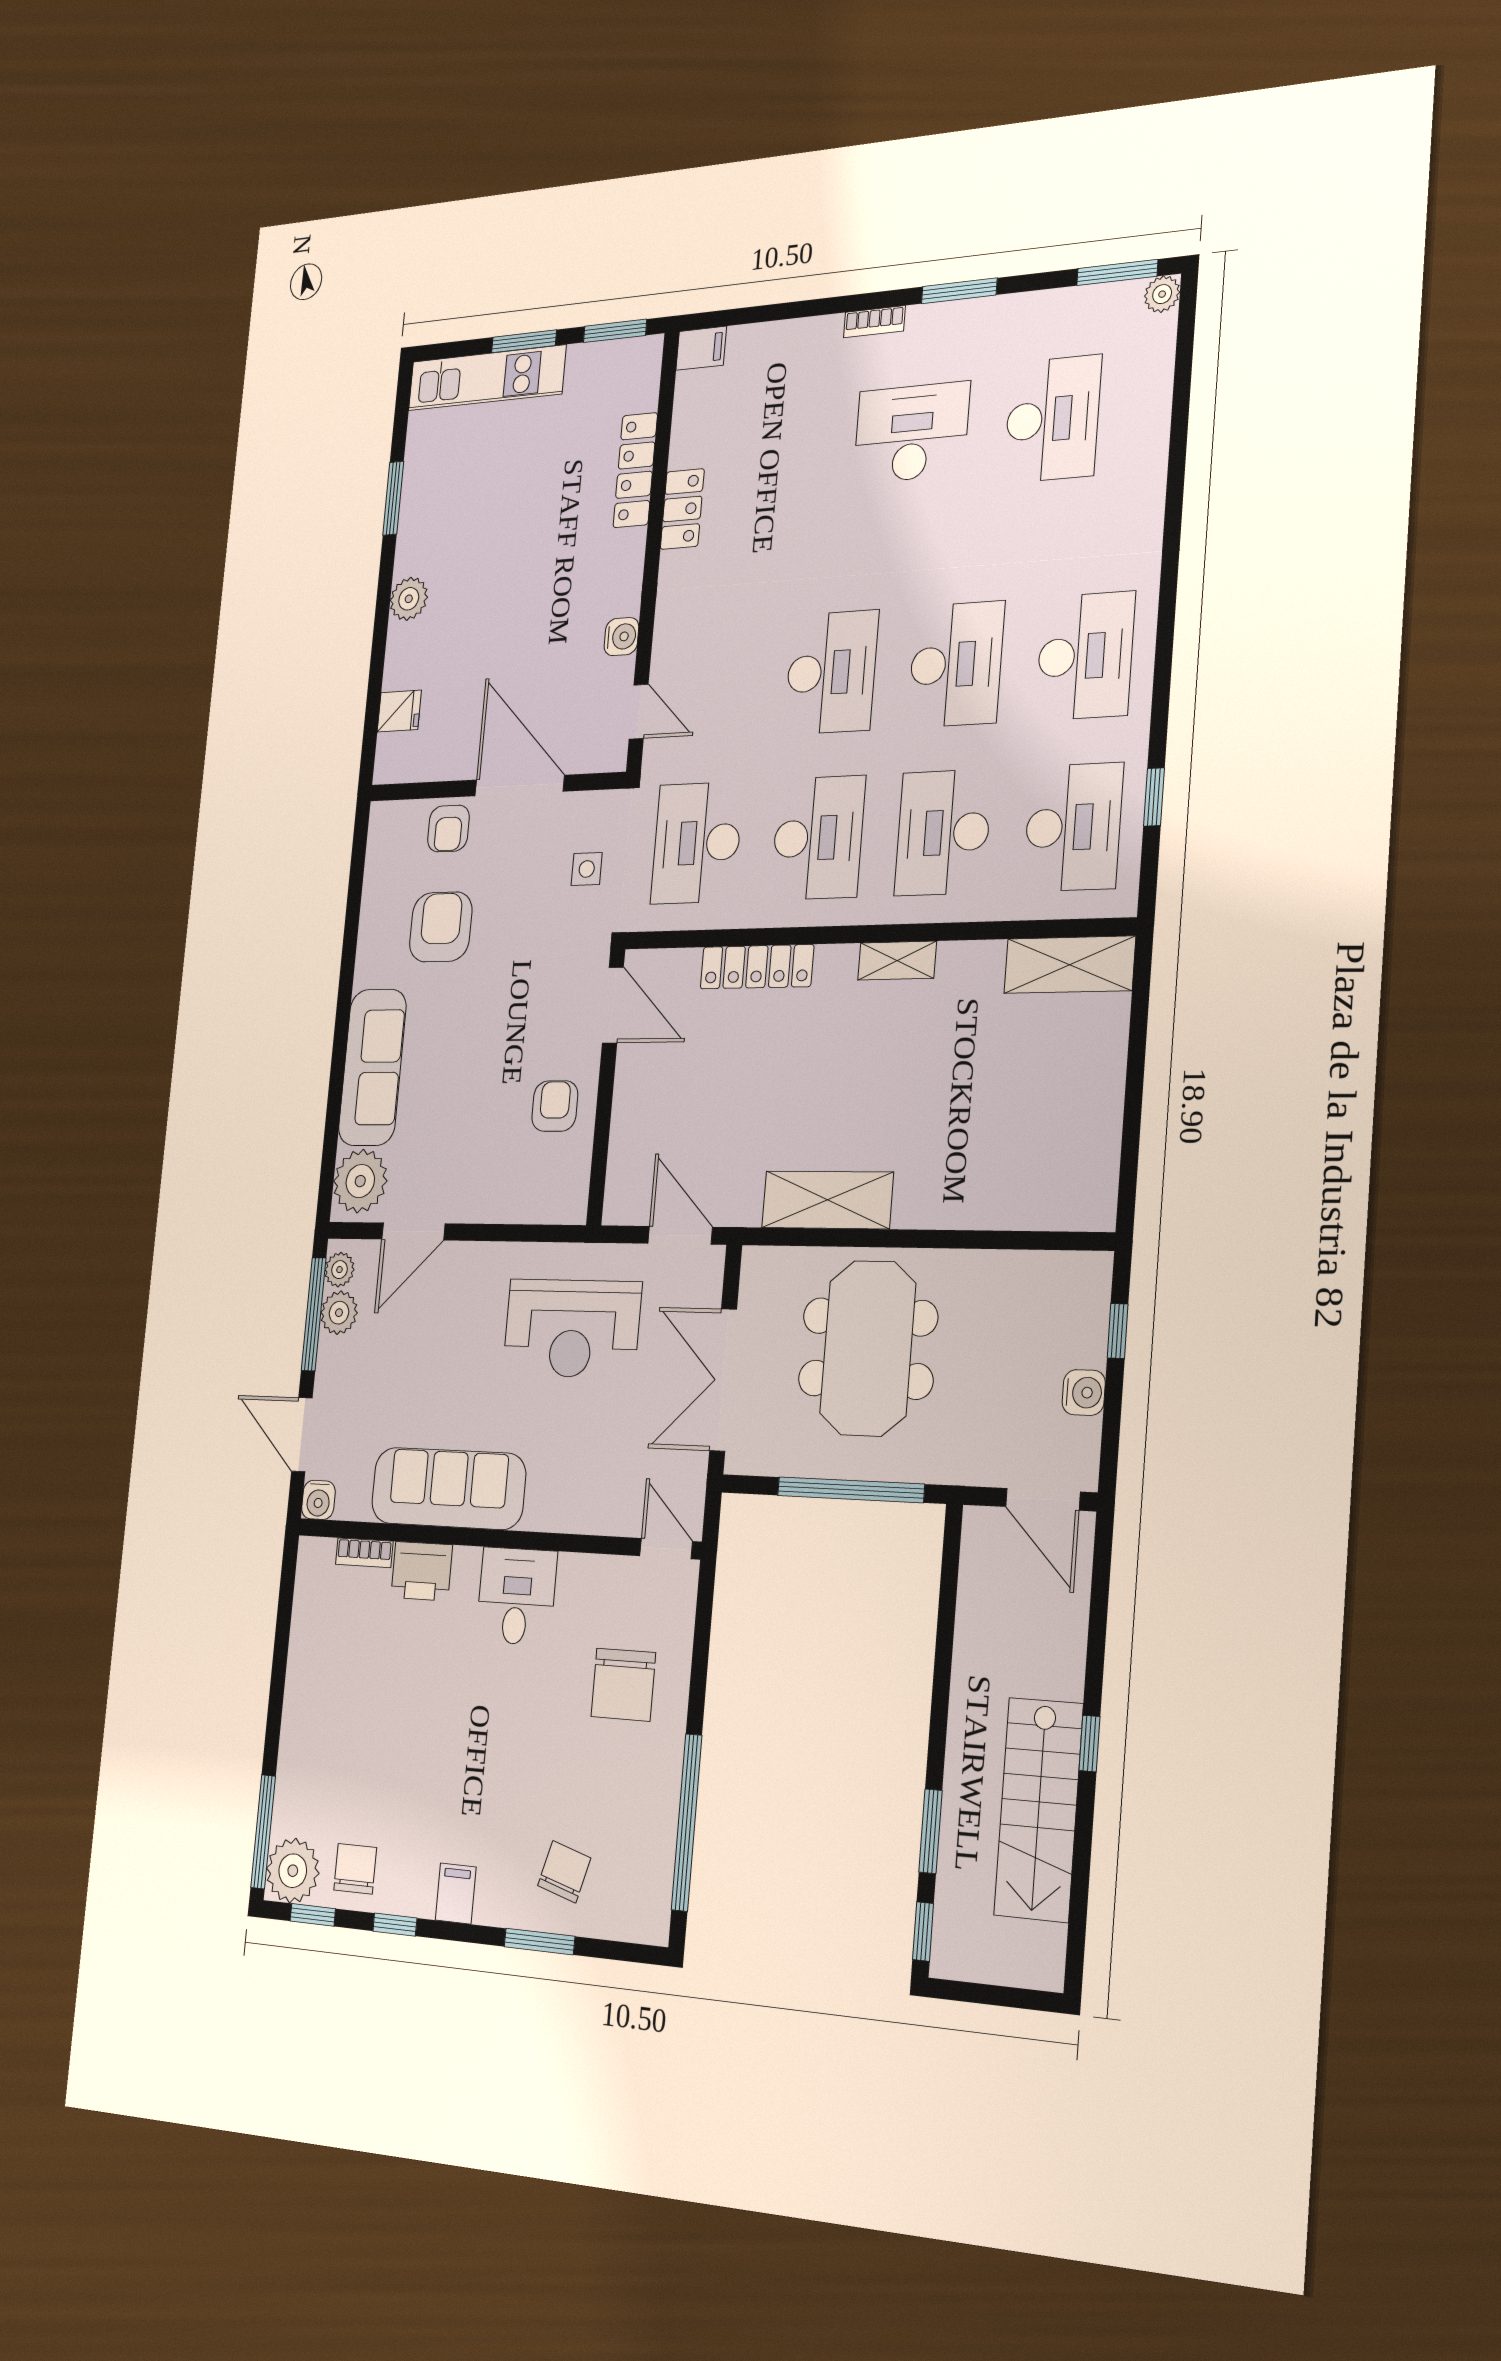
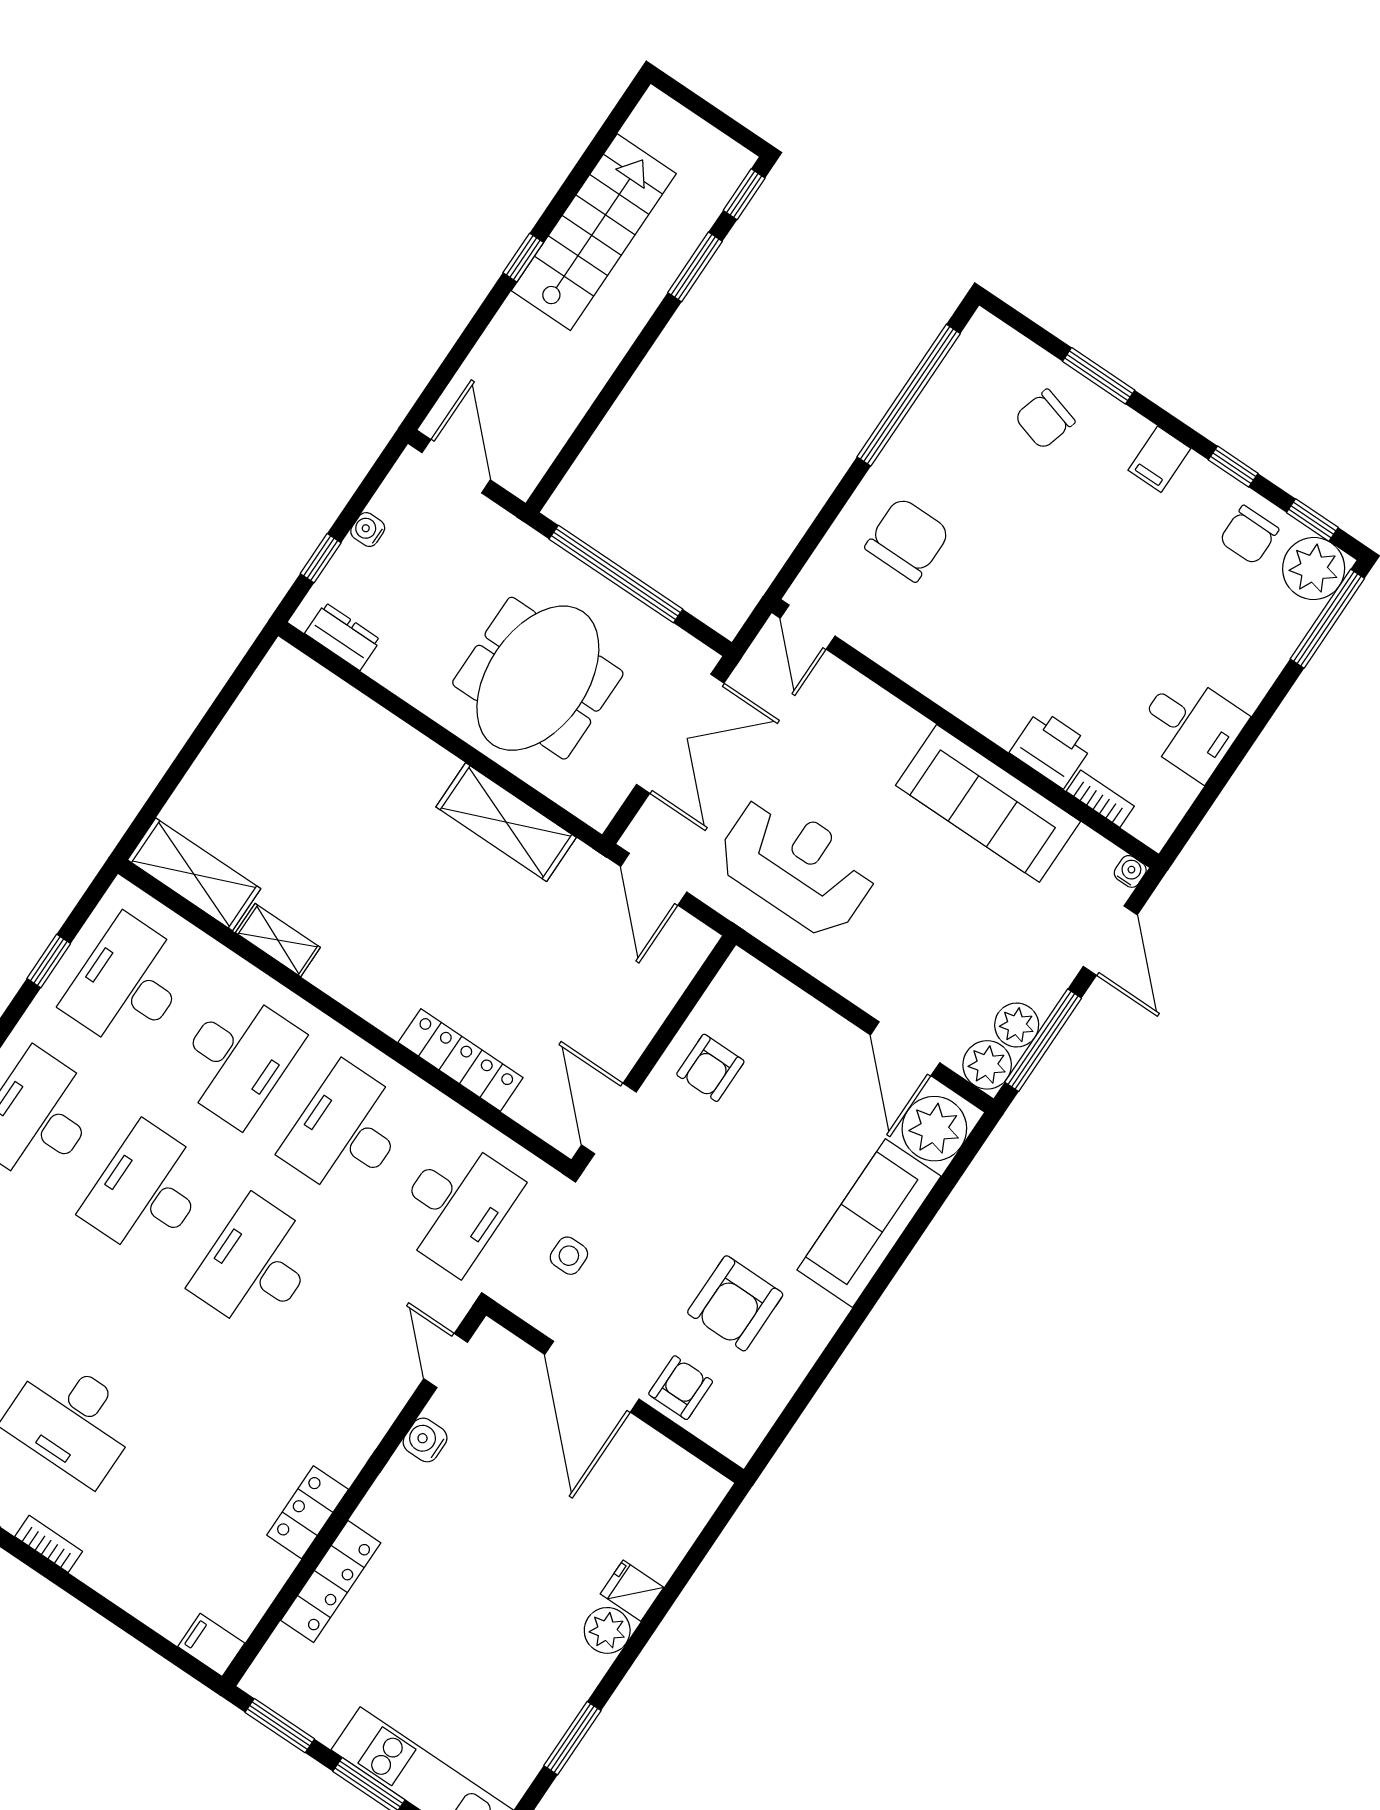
fridge: (399, 711) -> (632, 1591), moved
shelving: (897, 961) -> (278, 940), moved
door: (413, 1231) -> (905, 1049), swing flipped
plant: (339, 1270) -> (987, 1065), width x1.38, depth x1.38
dresser: (1058, 1271) -> (343, 637), added
water cooler: (1084, 1393) -> (368, 530), width x0.72, depth x0.72
water cooler: (318, 1500) -> (1130, 871), width x0.72, depth x0.72
desk: (517, 1596) -> (1191, 726), moved, turned -90

